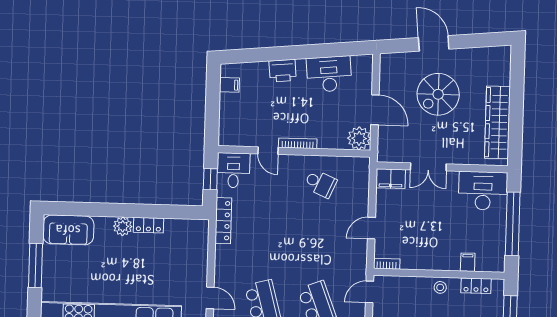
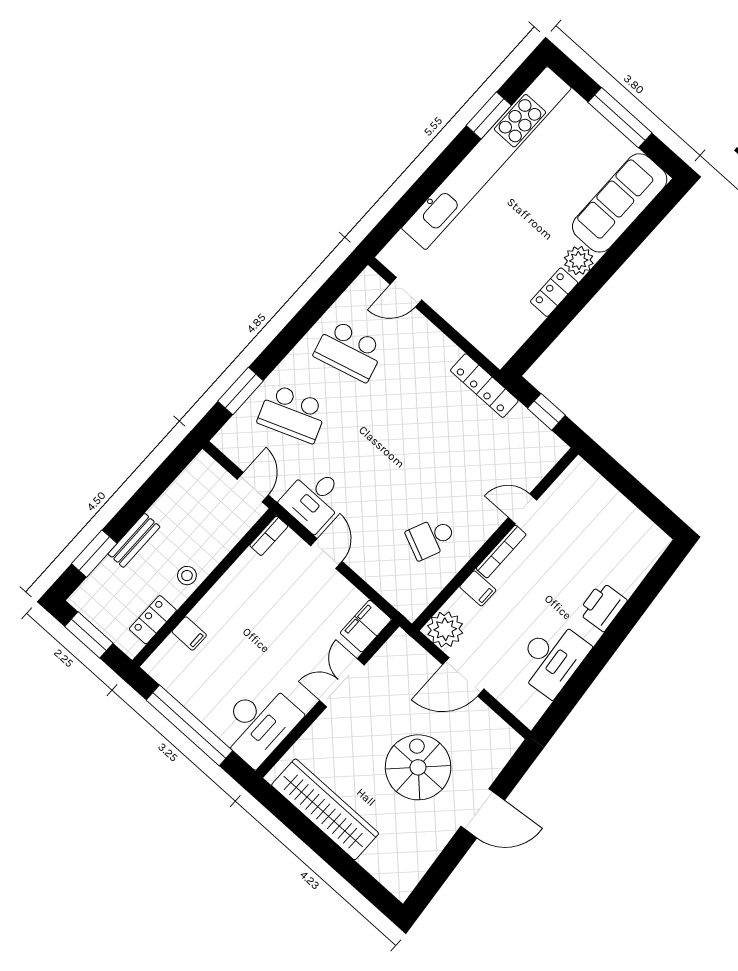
filing cabinet: (229, 85) -> (478, 588), moved, turned -90
desk: (233, 170) -> (314, 499), moved, turned 90
sofa: (68, 230) -> (620, 203), width x1.36

